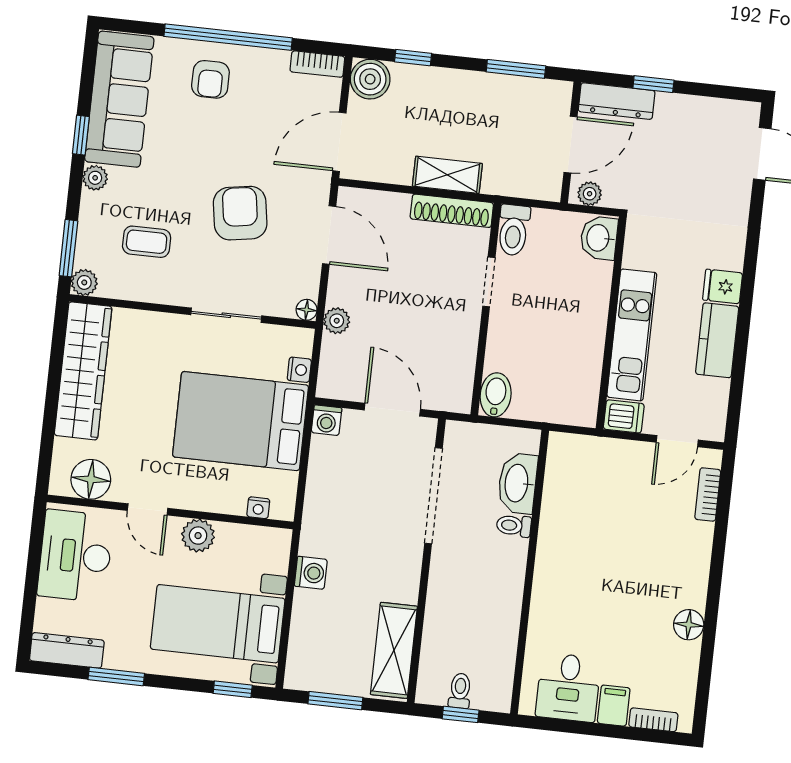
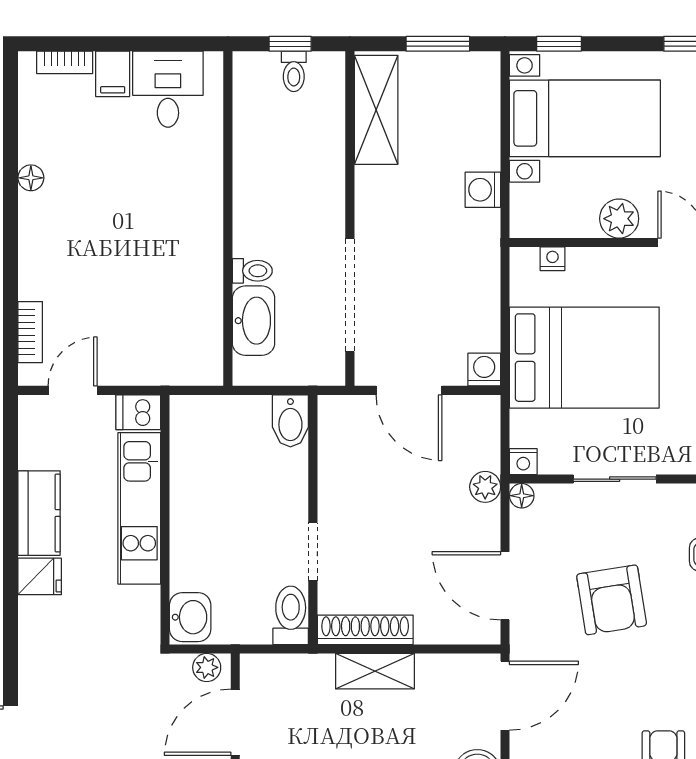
nightstand: (299, 370) -> (523, 462), moved, turned -90
floor lamp: (689, 625) -> (31, 178), width x0.73, depth x0.73

